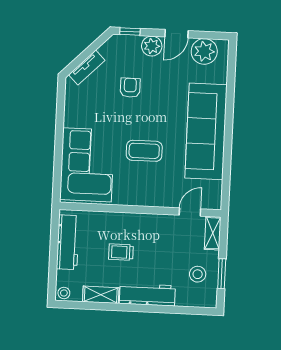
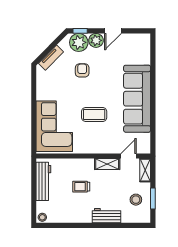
plant: (204, 51) -> (79, 42), moved
shelving: (101, 295) -> (107, 164), moved
workbench: (147, 295) -> (106, 216), width x0.73

